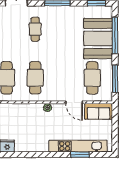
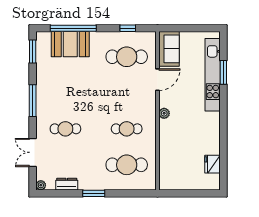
booth: (98, 38) -> (70, 44), width x0.73, depth x0.70
cafe table: (35, 78) -> (127, 129), width x0.73, depth x0.74
window: (115, 79) -> (128, 28), width x0.46

